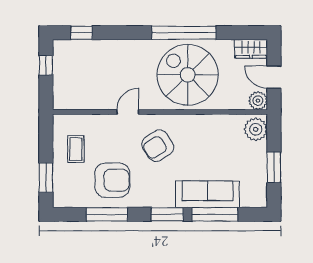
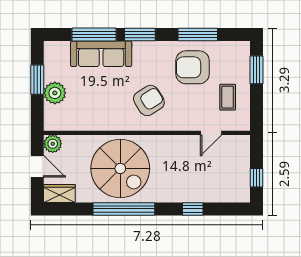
window: (82, 33) -> (193, 209), moved
door: (128, 112) -> (211, 133), moved
plant: (256, 129) -> (55, 93), moved

